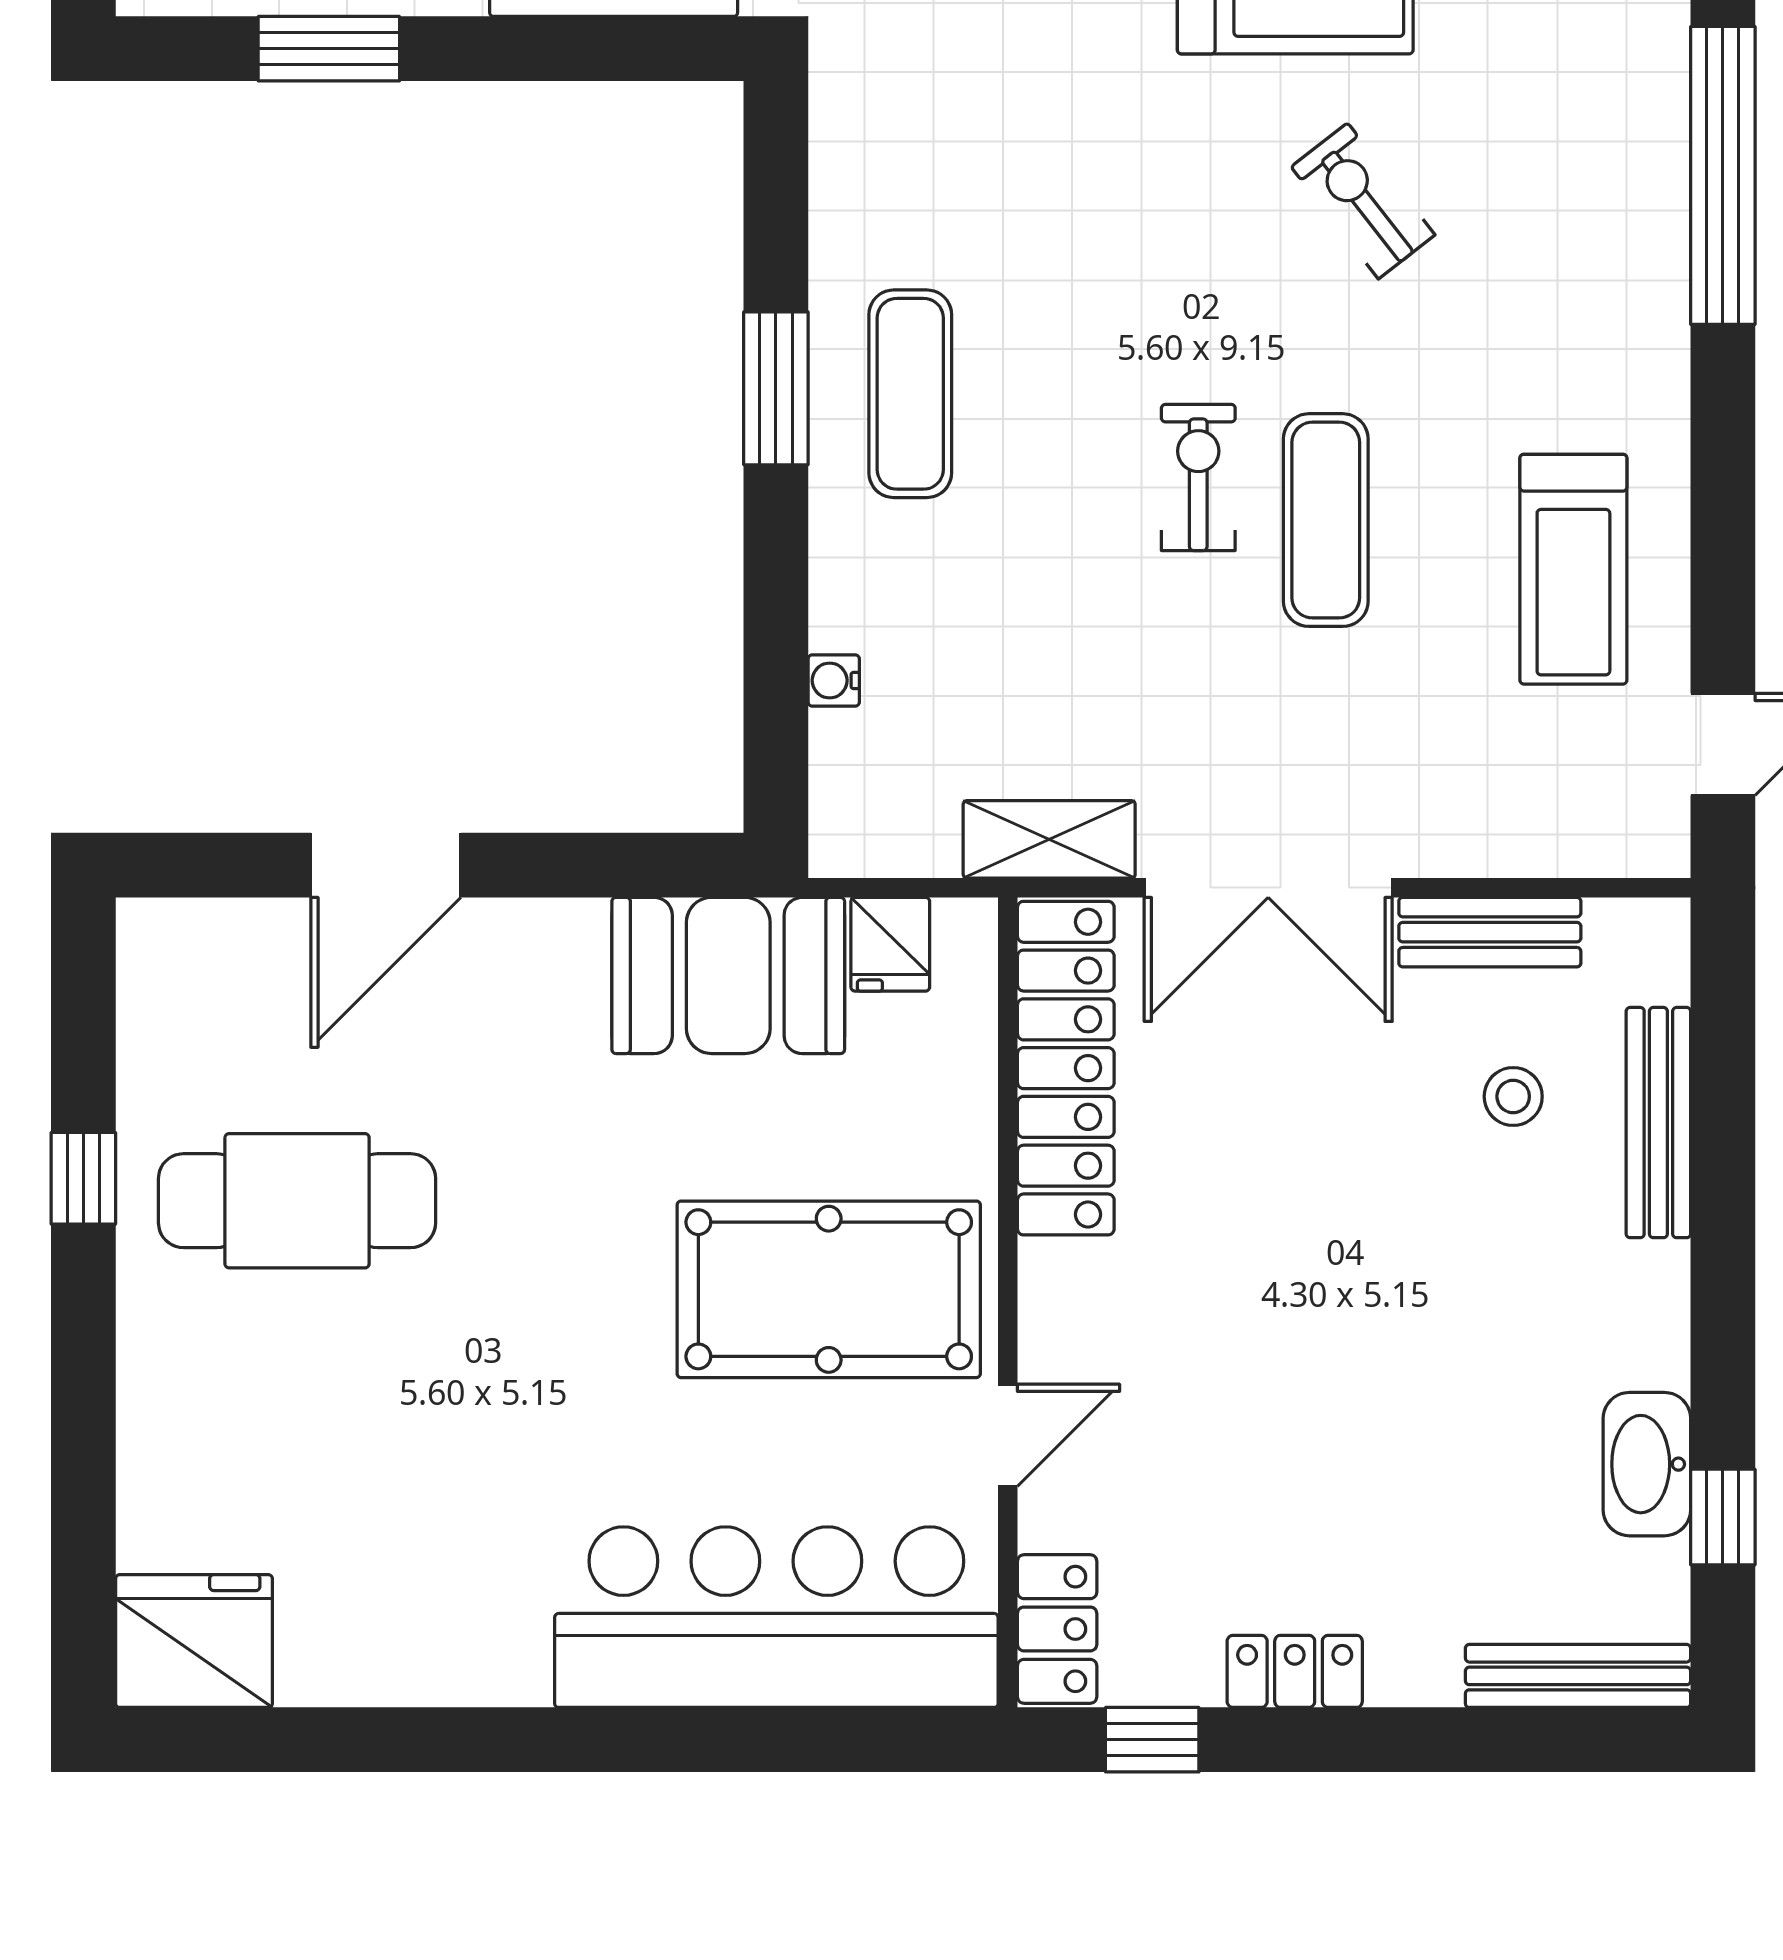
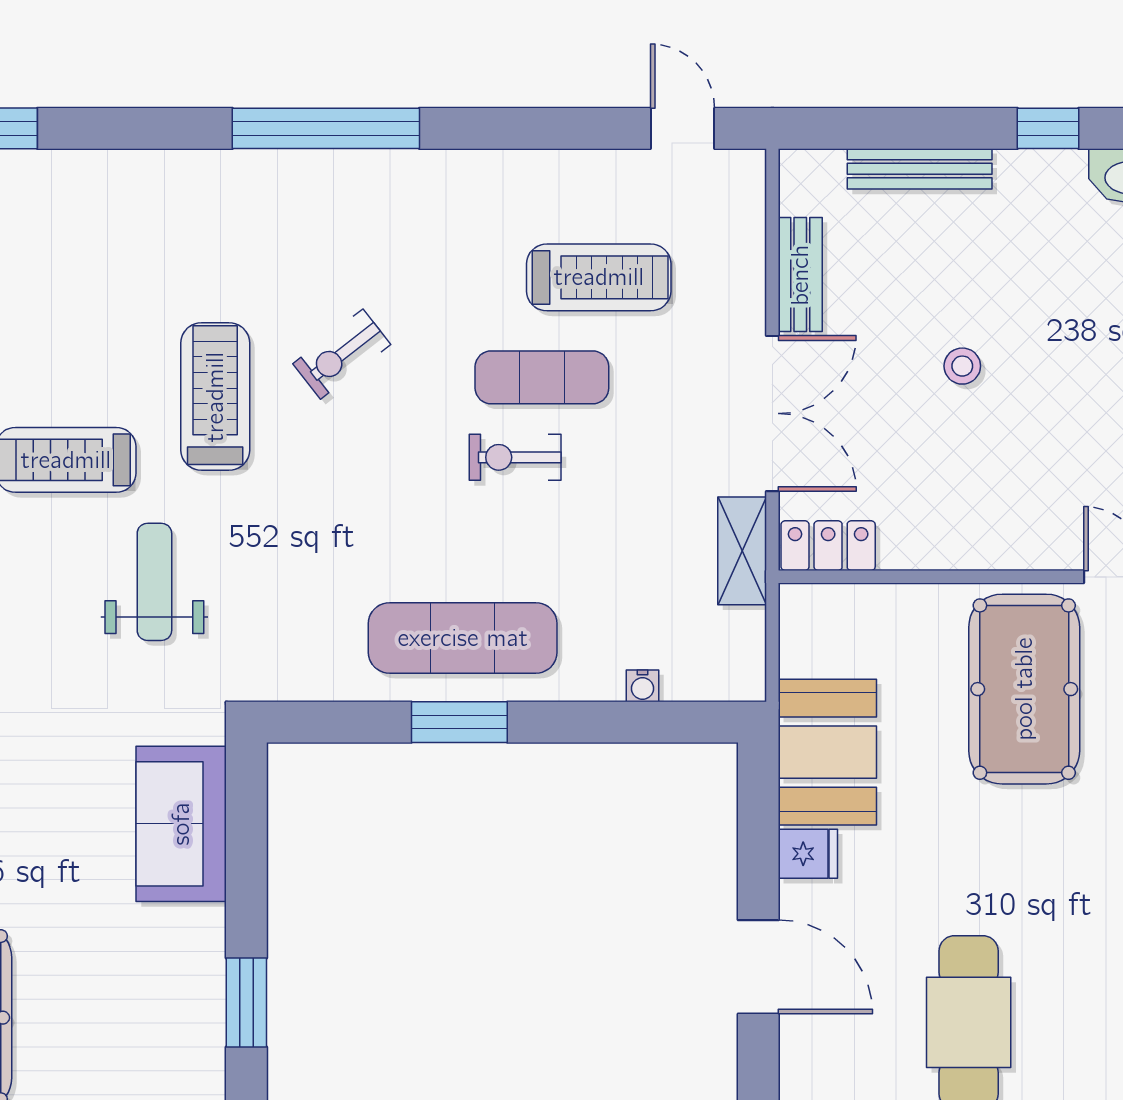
exercise mat: (910, 394) -> (463, 638), width x1.36, depth x1.45
treadmill: (1573, 569) -> (599, 277), moved
fridge: (890, 944) -> (808, 854), moved
locker: (1066, 1068) -> (828, 546), width x0.46, depth x0.83
stool: (1513, 1096) -> (962, 366), moved
window: (1723, 1327) -> (1048, 128), added

